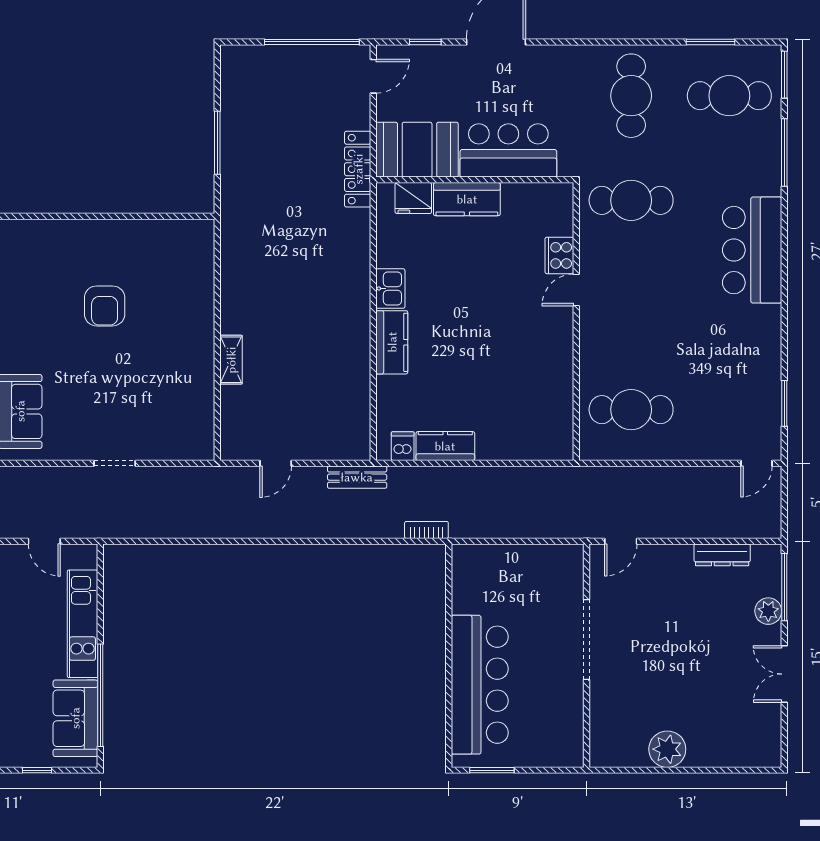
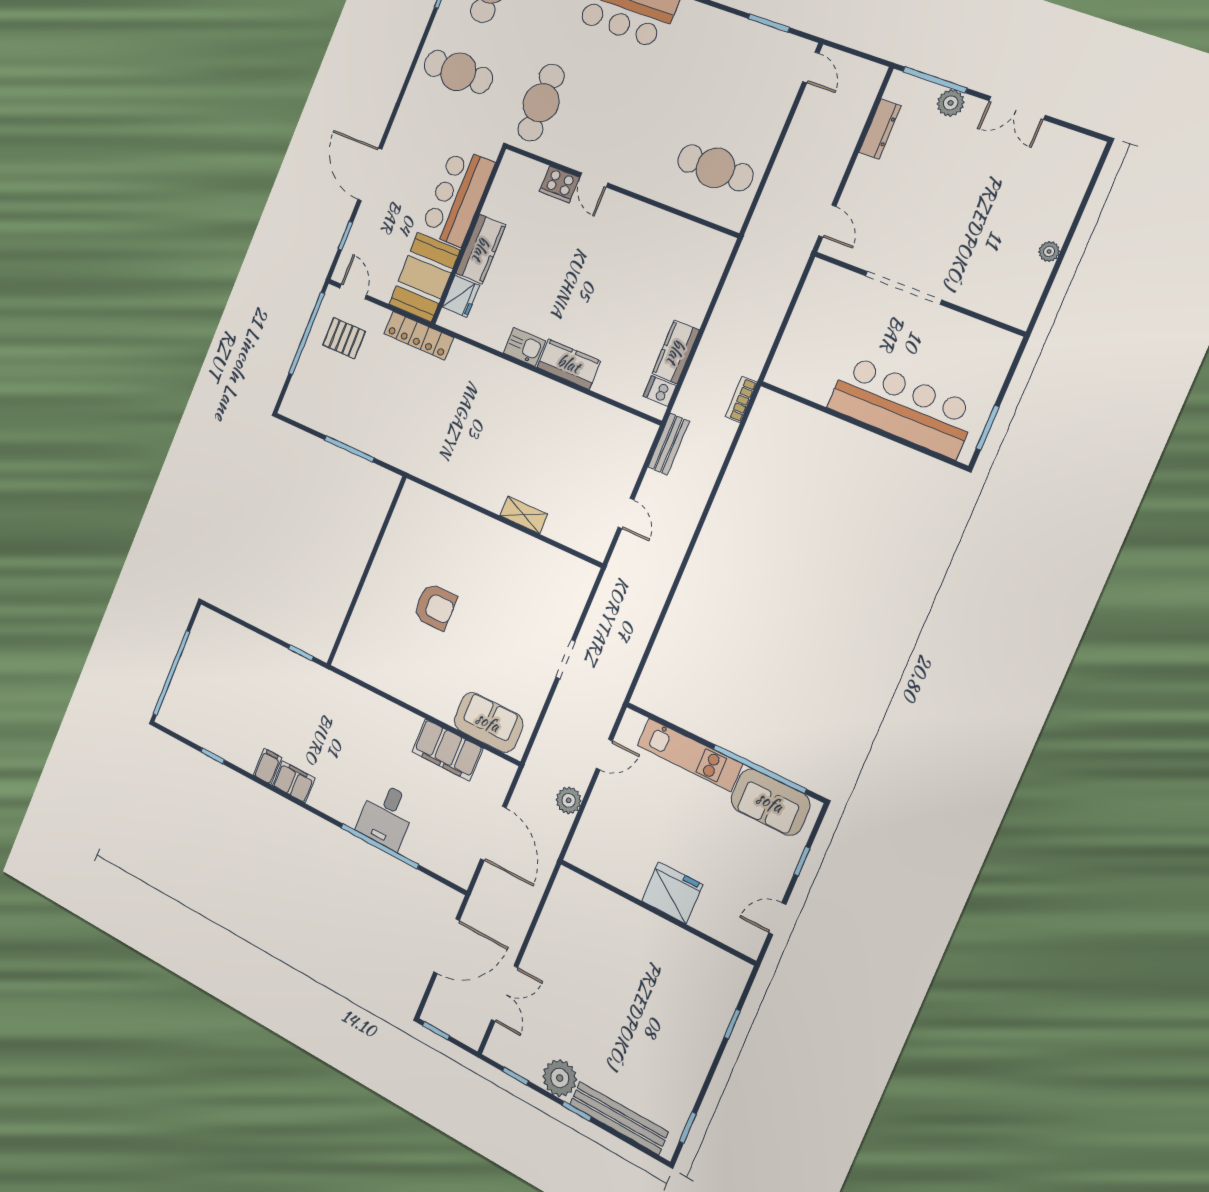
pallet: (324, 87) -> (344, 338), added
cafe table: (631, 410) -> (715, 168), turned 90
plant: (667, 749) -> (1049, 251), width x0.53, depth x0.53

